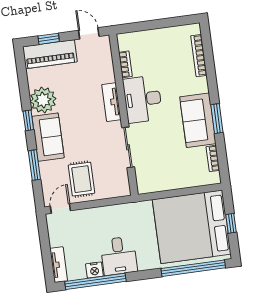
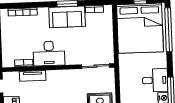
tv unit: (111, 102) -> (33, 76), moved
sliding door: (128, 147) -> (95, 66), moved

